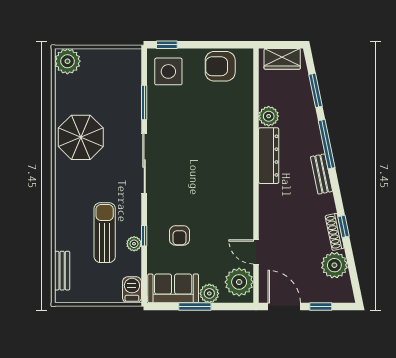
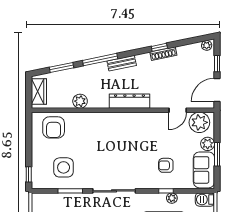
armchair: (220, 66) -> (54, 127), moved
side table: (168, 71) -> (64, 167), moved
dresser: (269, 156) -> (129, 101), moved
armchair: (179, 235) -> (166, 165), turned 180
plant: (334, 265) -> (207, 45), moved, width x0.53, depth x0.53

